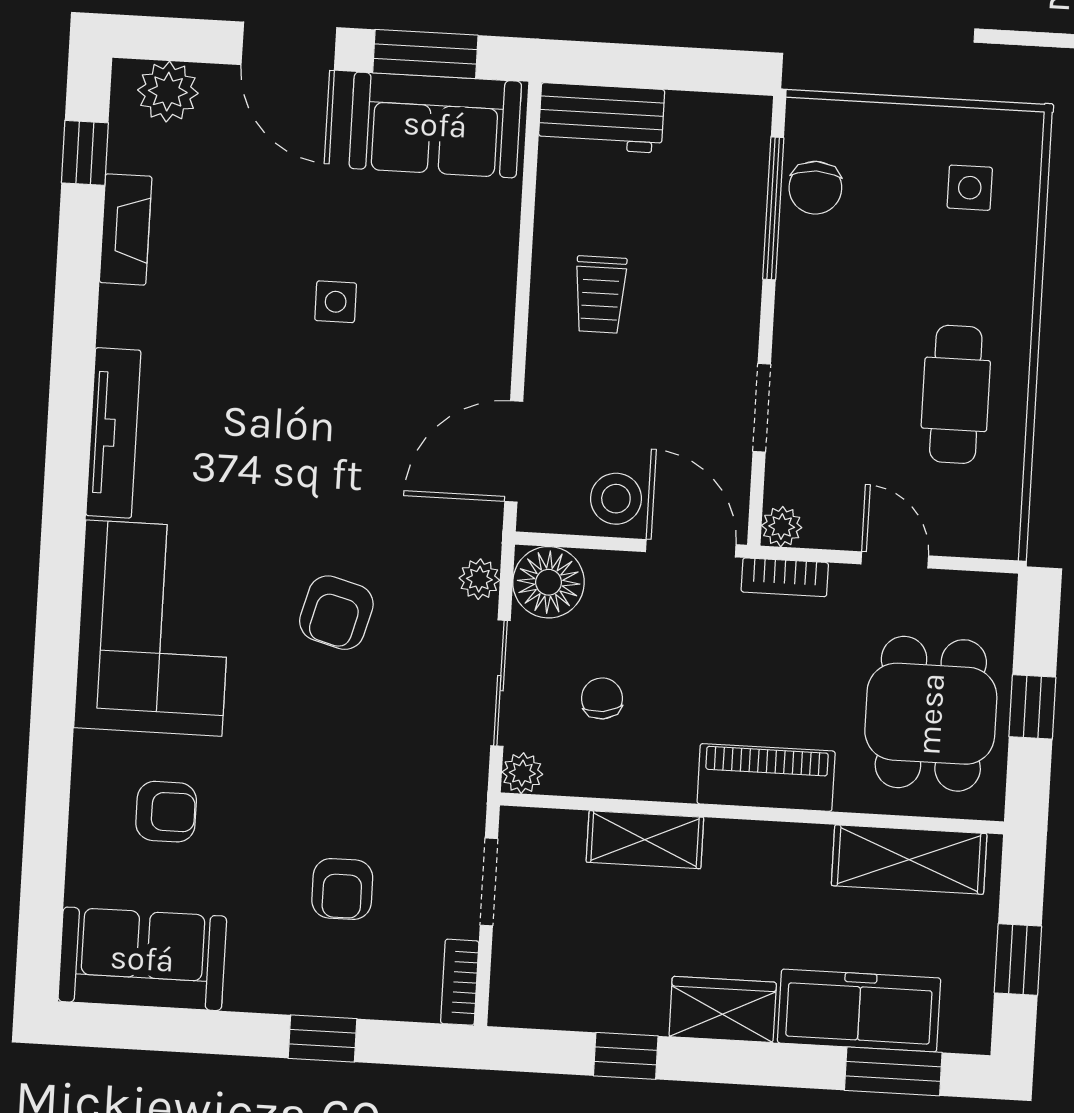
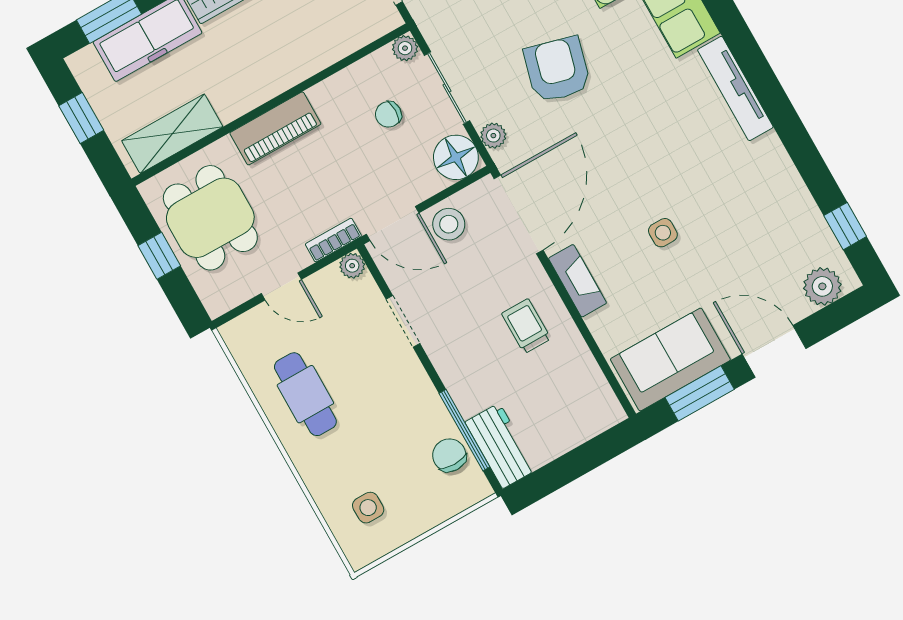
workbench: (601, 118) -> (501, 446), moved, turned 90
fireplace: (126, 229) -> (577, 281), moved, turned 180
door: (514, 451) -> (519, 214), width x1.36
armchair: (336, 613) -> (557, 69), width x1.38, depth x1.38
chair: (602, 698) -> (388, 114), turned 98
shelving: (645, 840) -> (318, 55), removed

